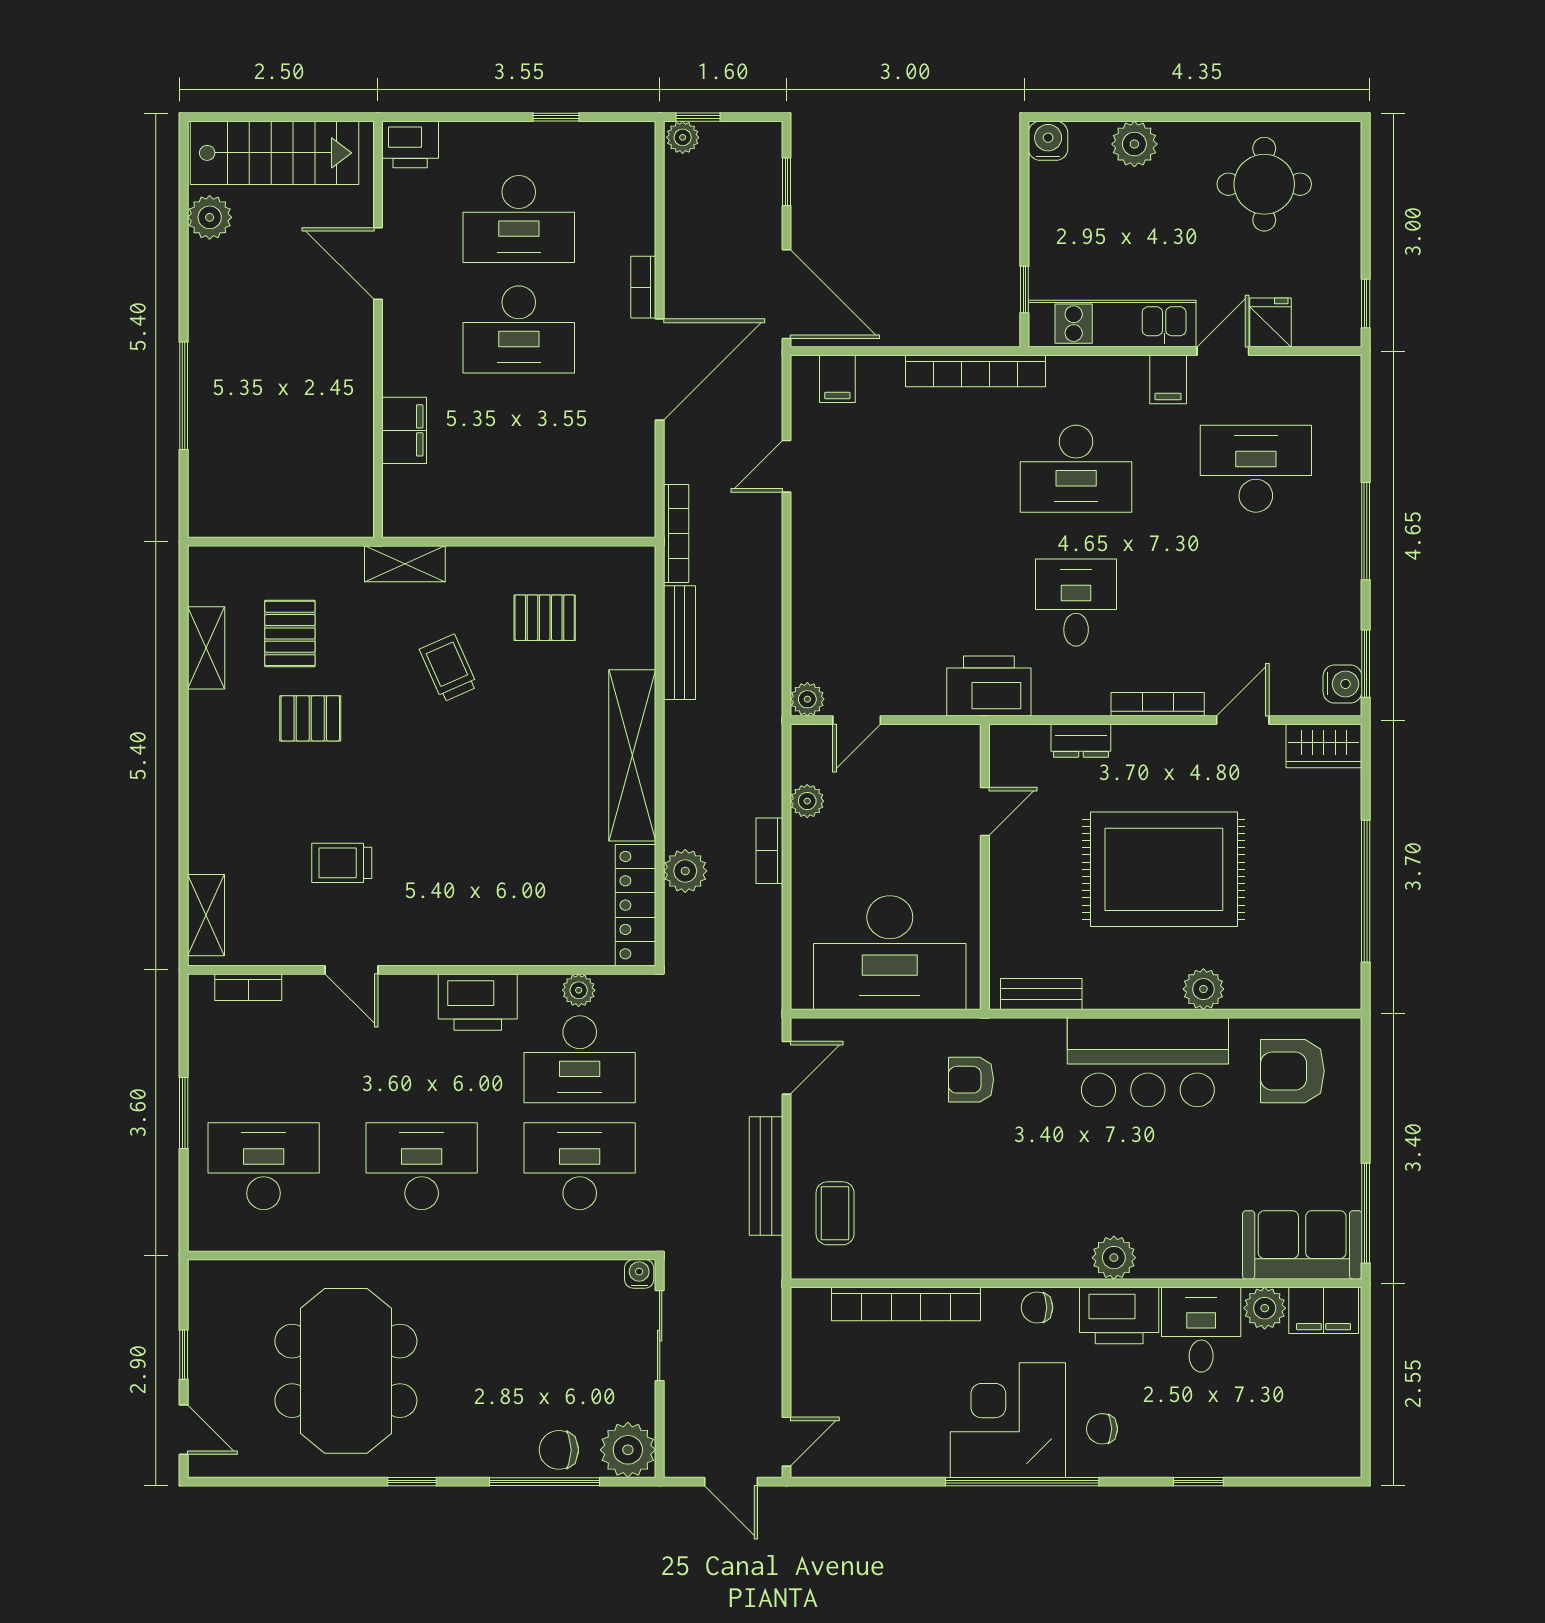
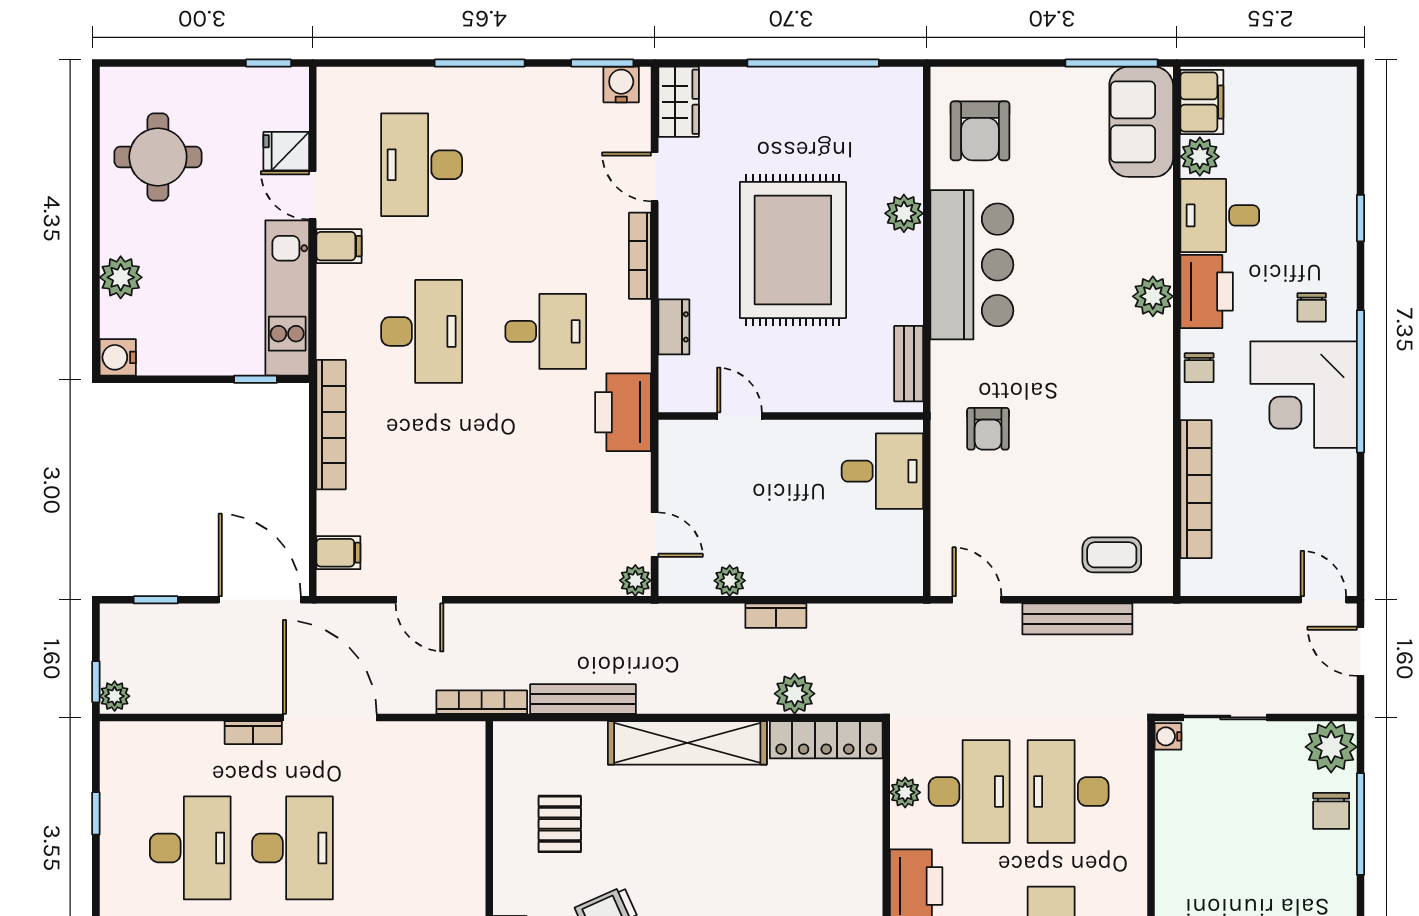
door: (786, 294) -> (260, 600), hinge flipped
desk: (1076, 603) -> (546, 331), turned 180
desk: (890, 953) -> (882, 471), width x0.53, depth x0.77
door: (731, 1482) -> (1360, 651), swing flipped

